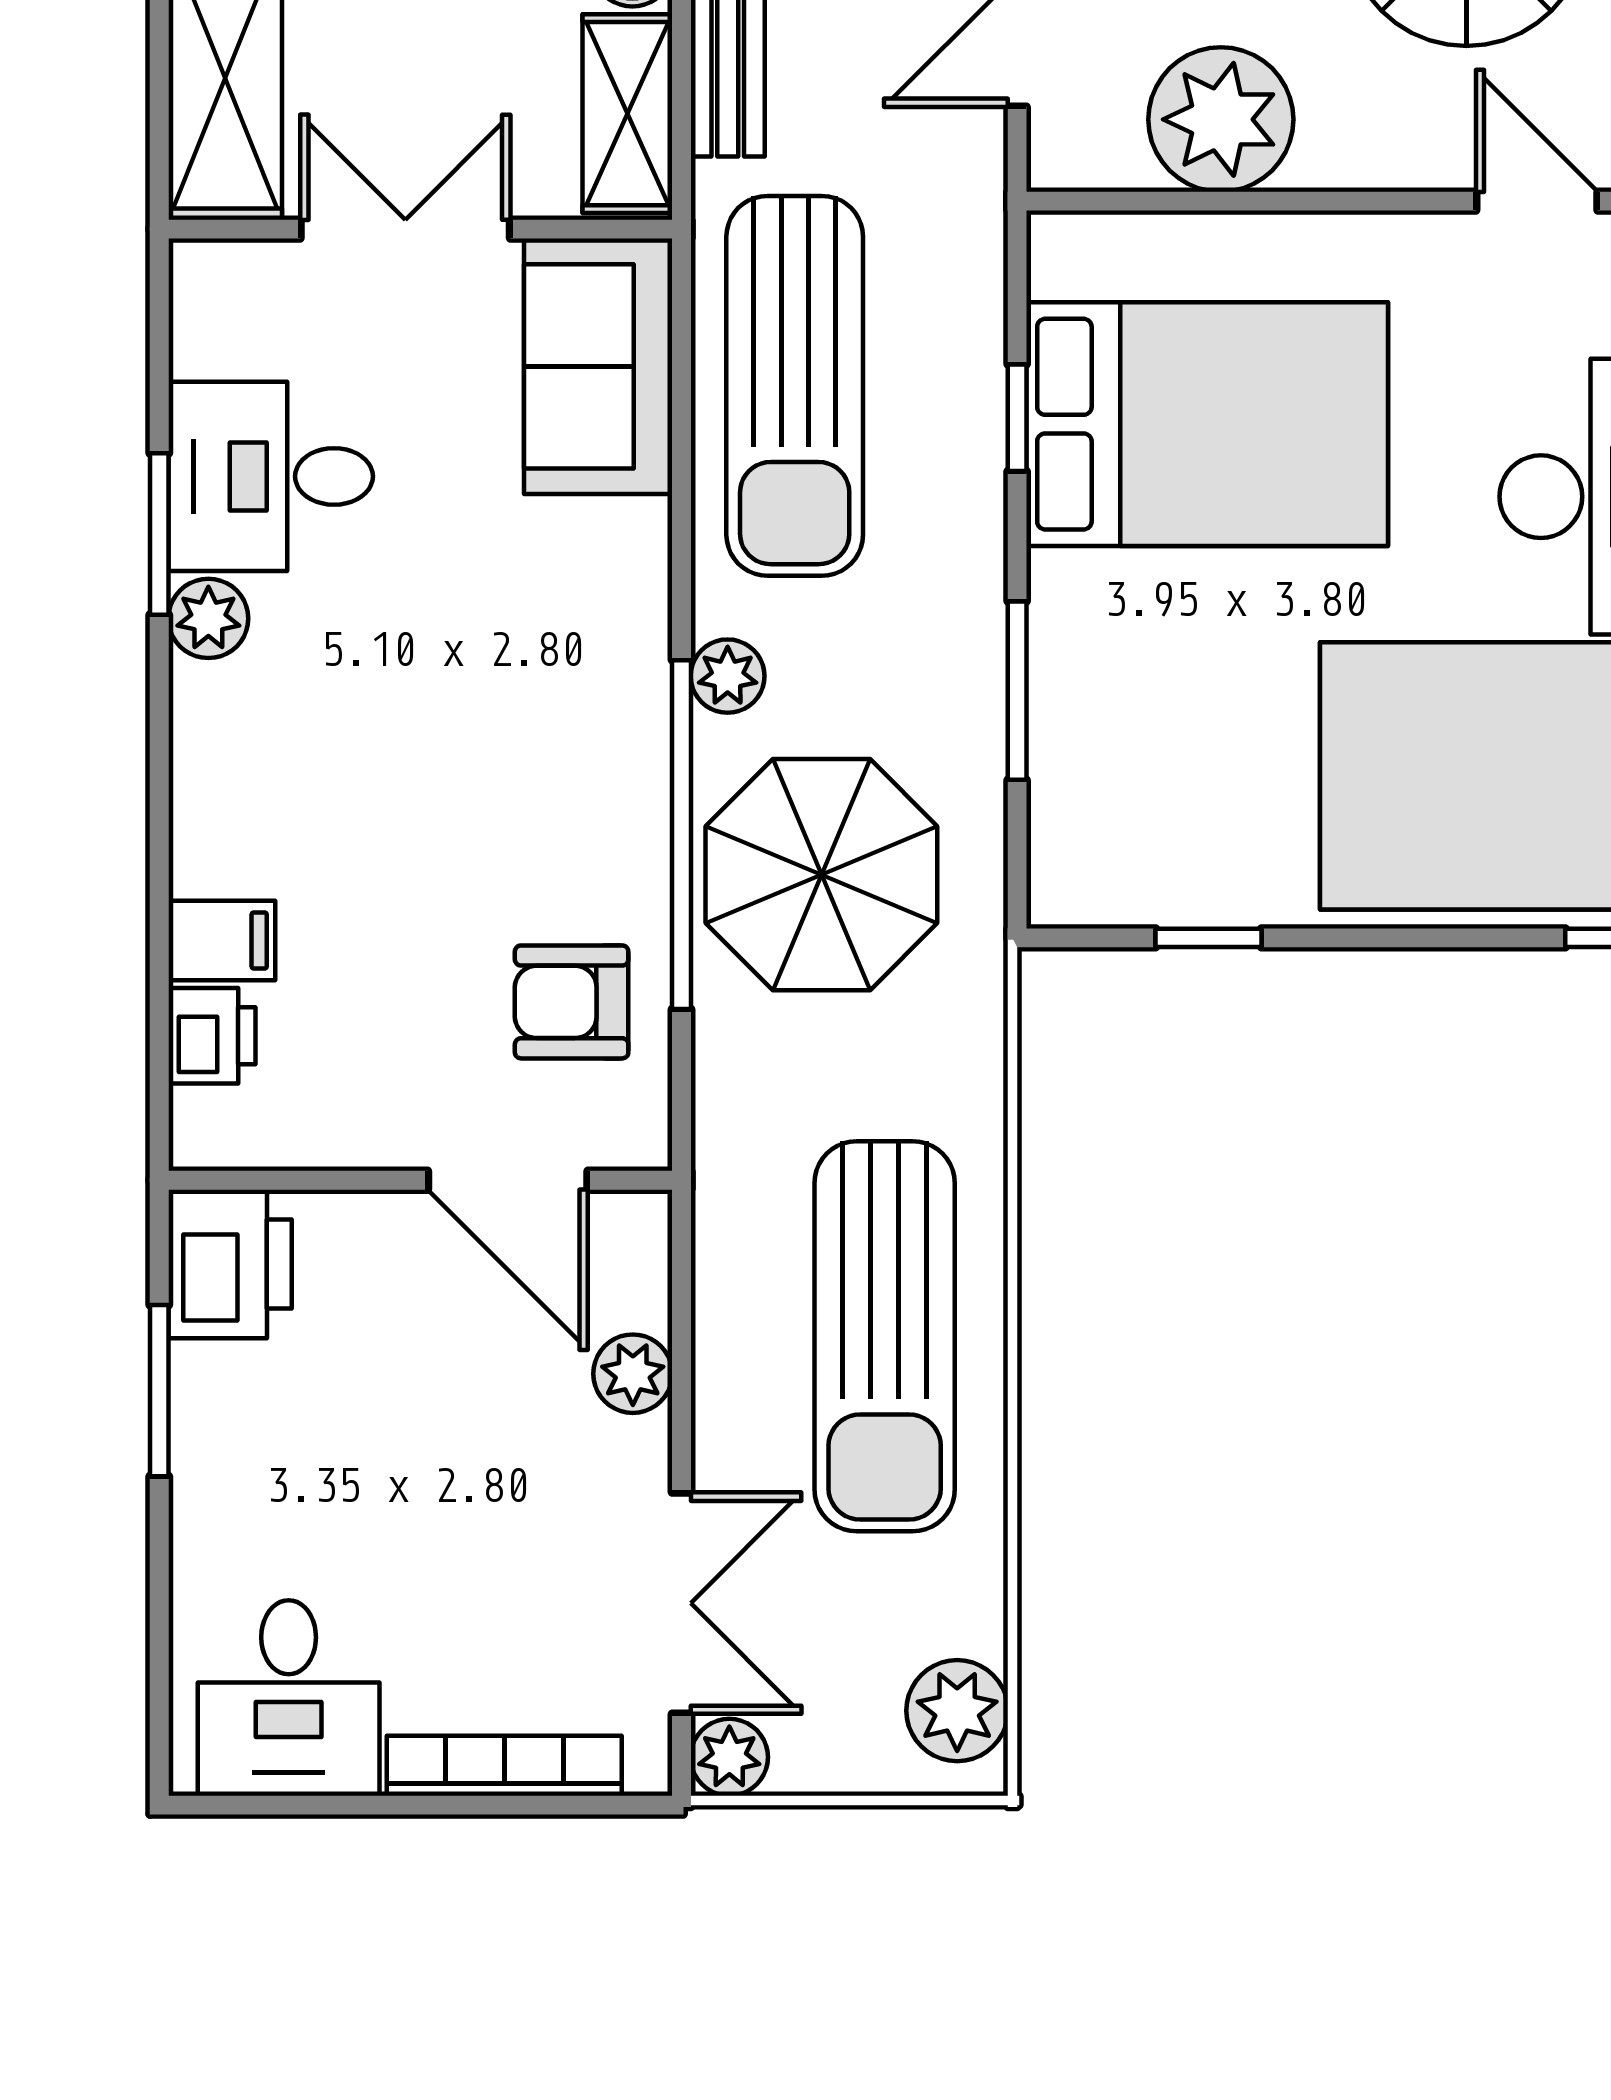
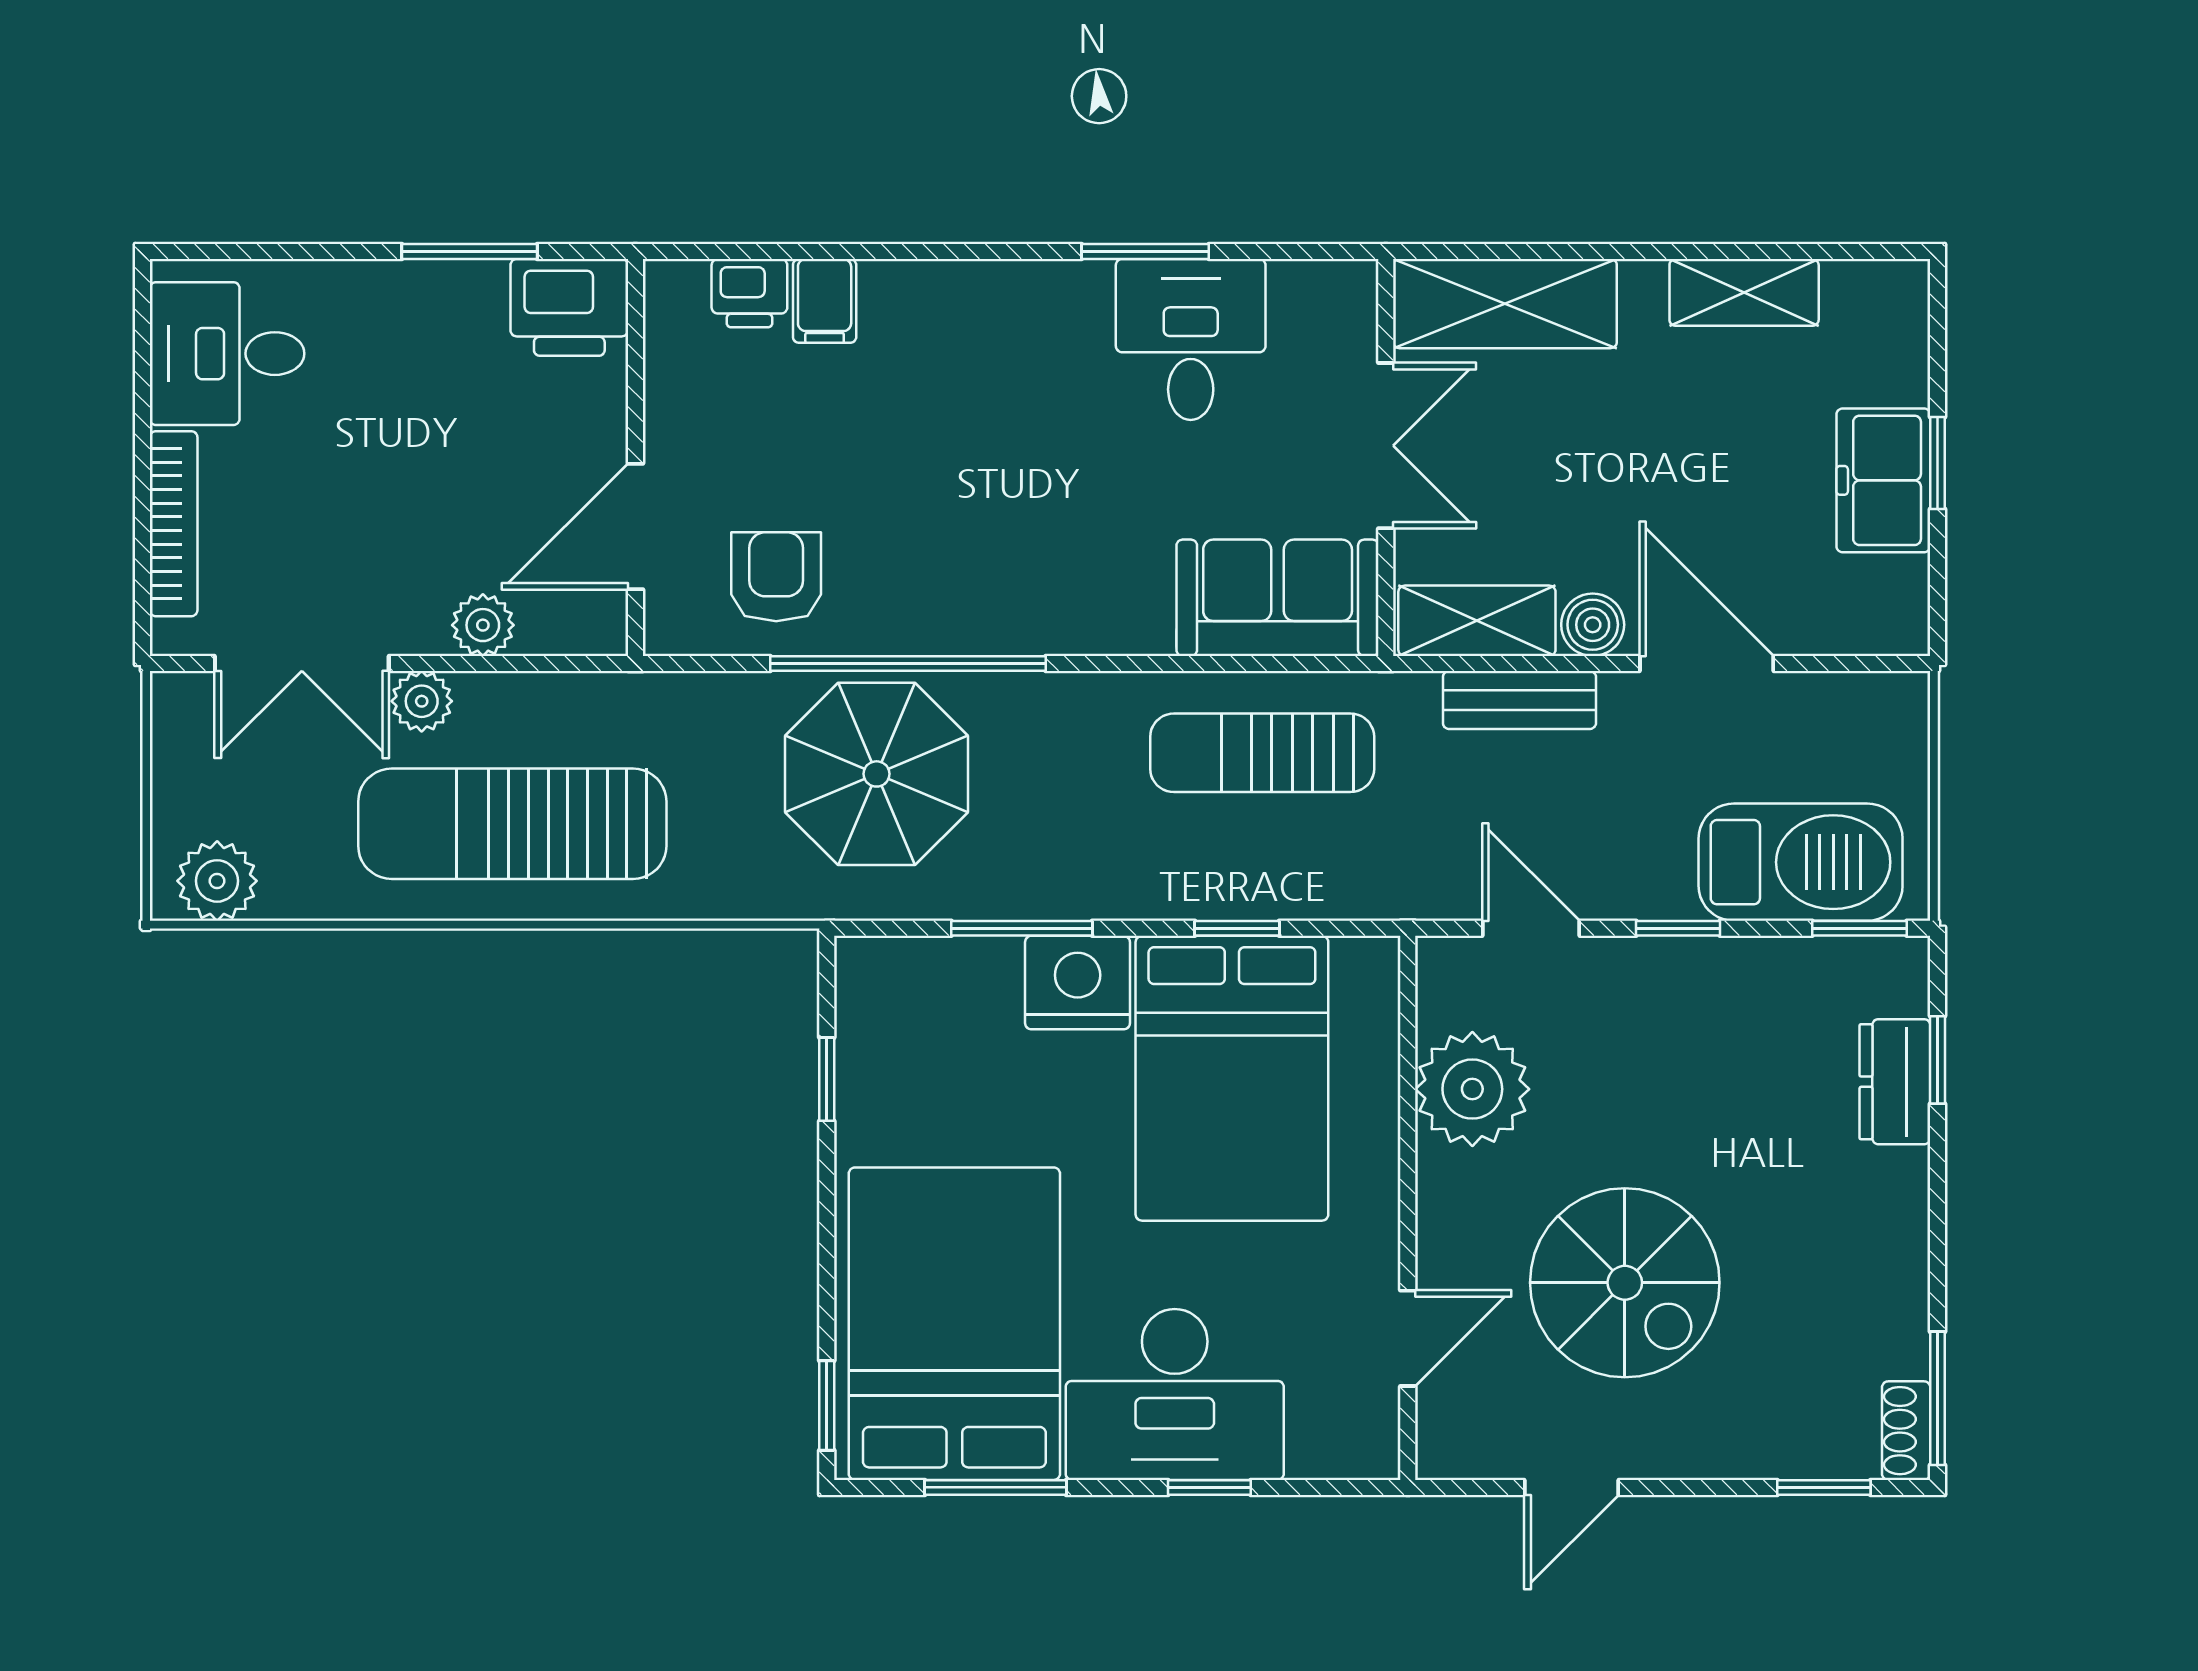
sun lounger: (795, 386) -> (1262, 753), width x0.73, depth x0.75
plant: (208, 618) -> (1079, 290), removed
nightstand: (1086, 620) -> (1078, 983), added
plant: (728, 676) -> (1033, 700), removed
plant: (729, 1757) -> (422, 701), moved

